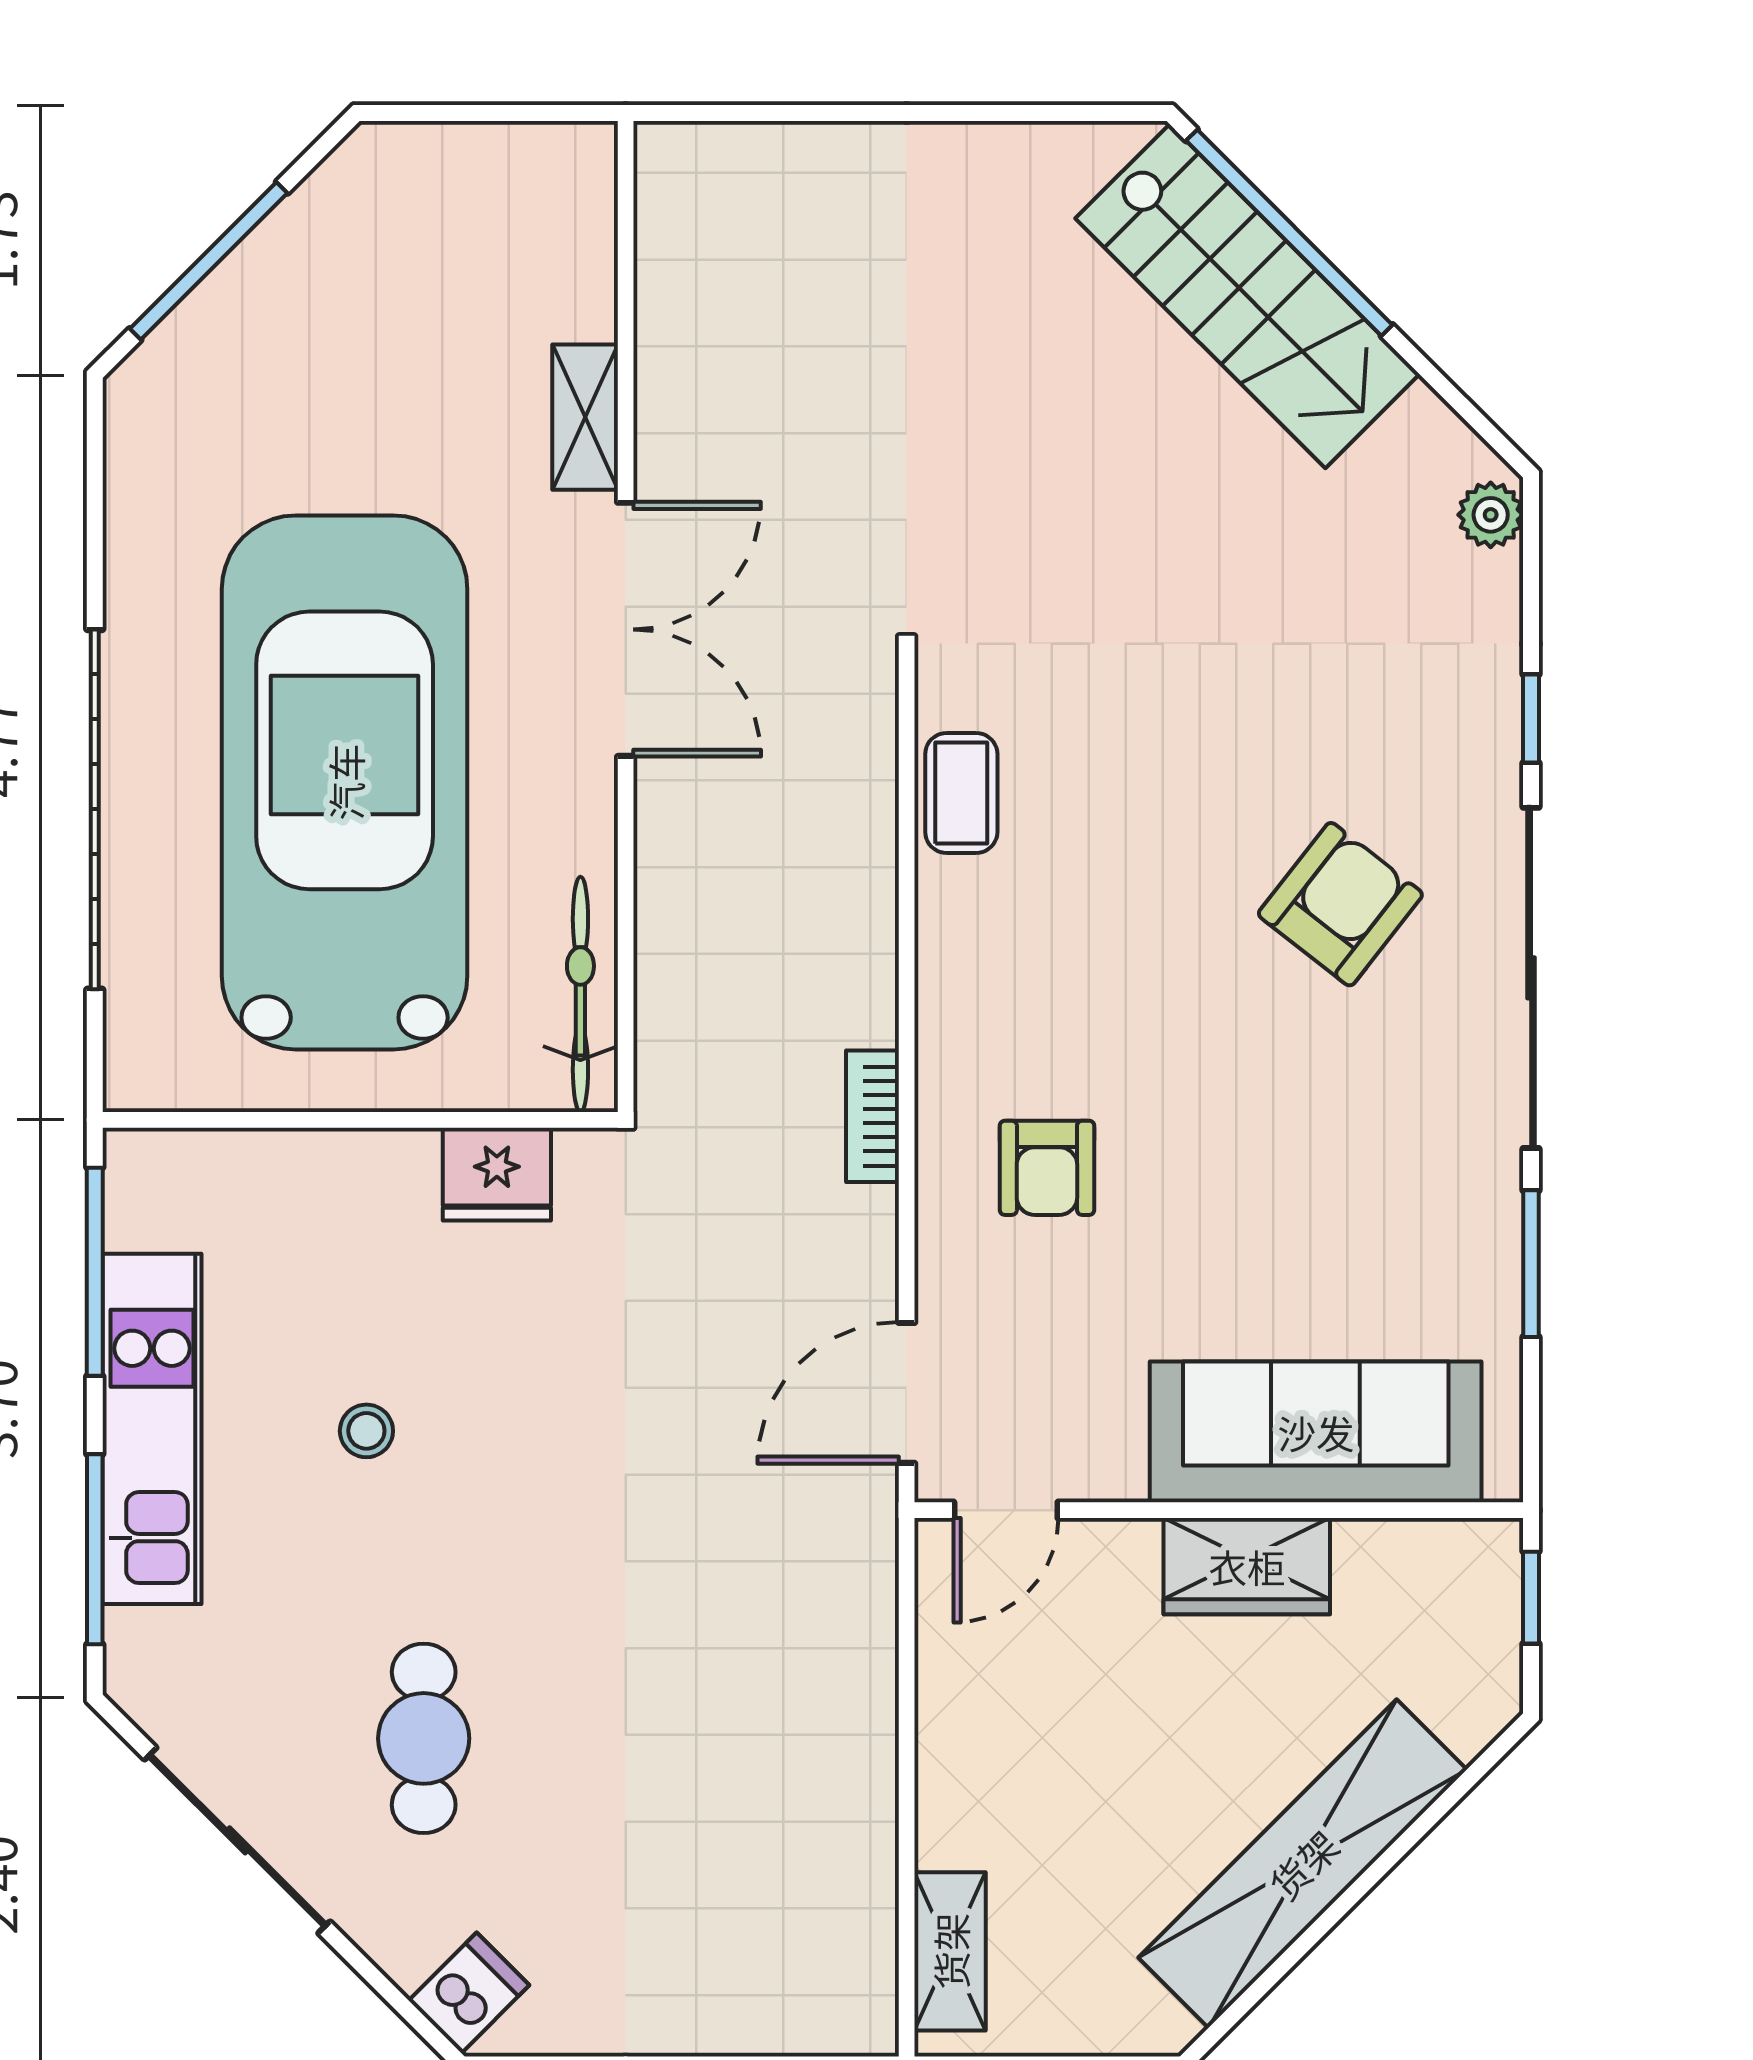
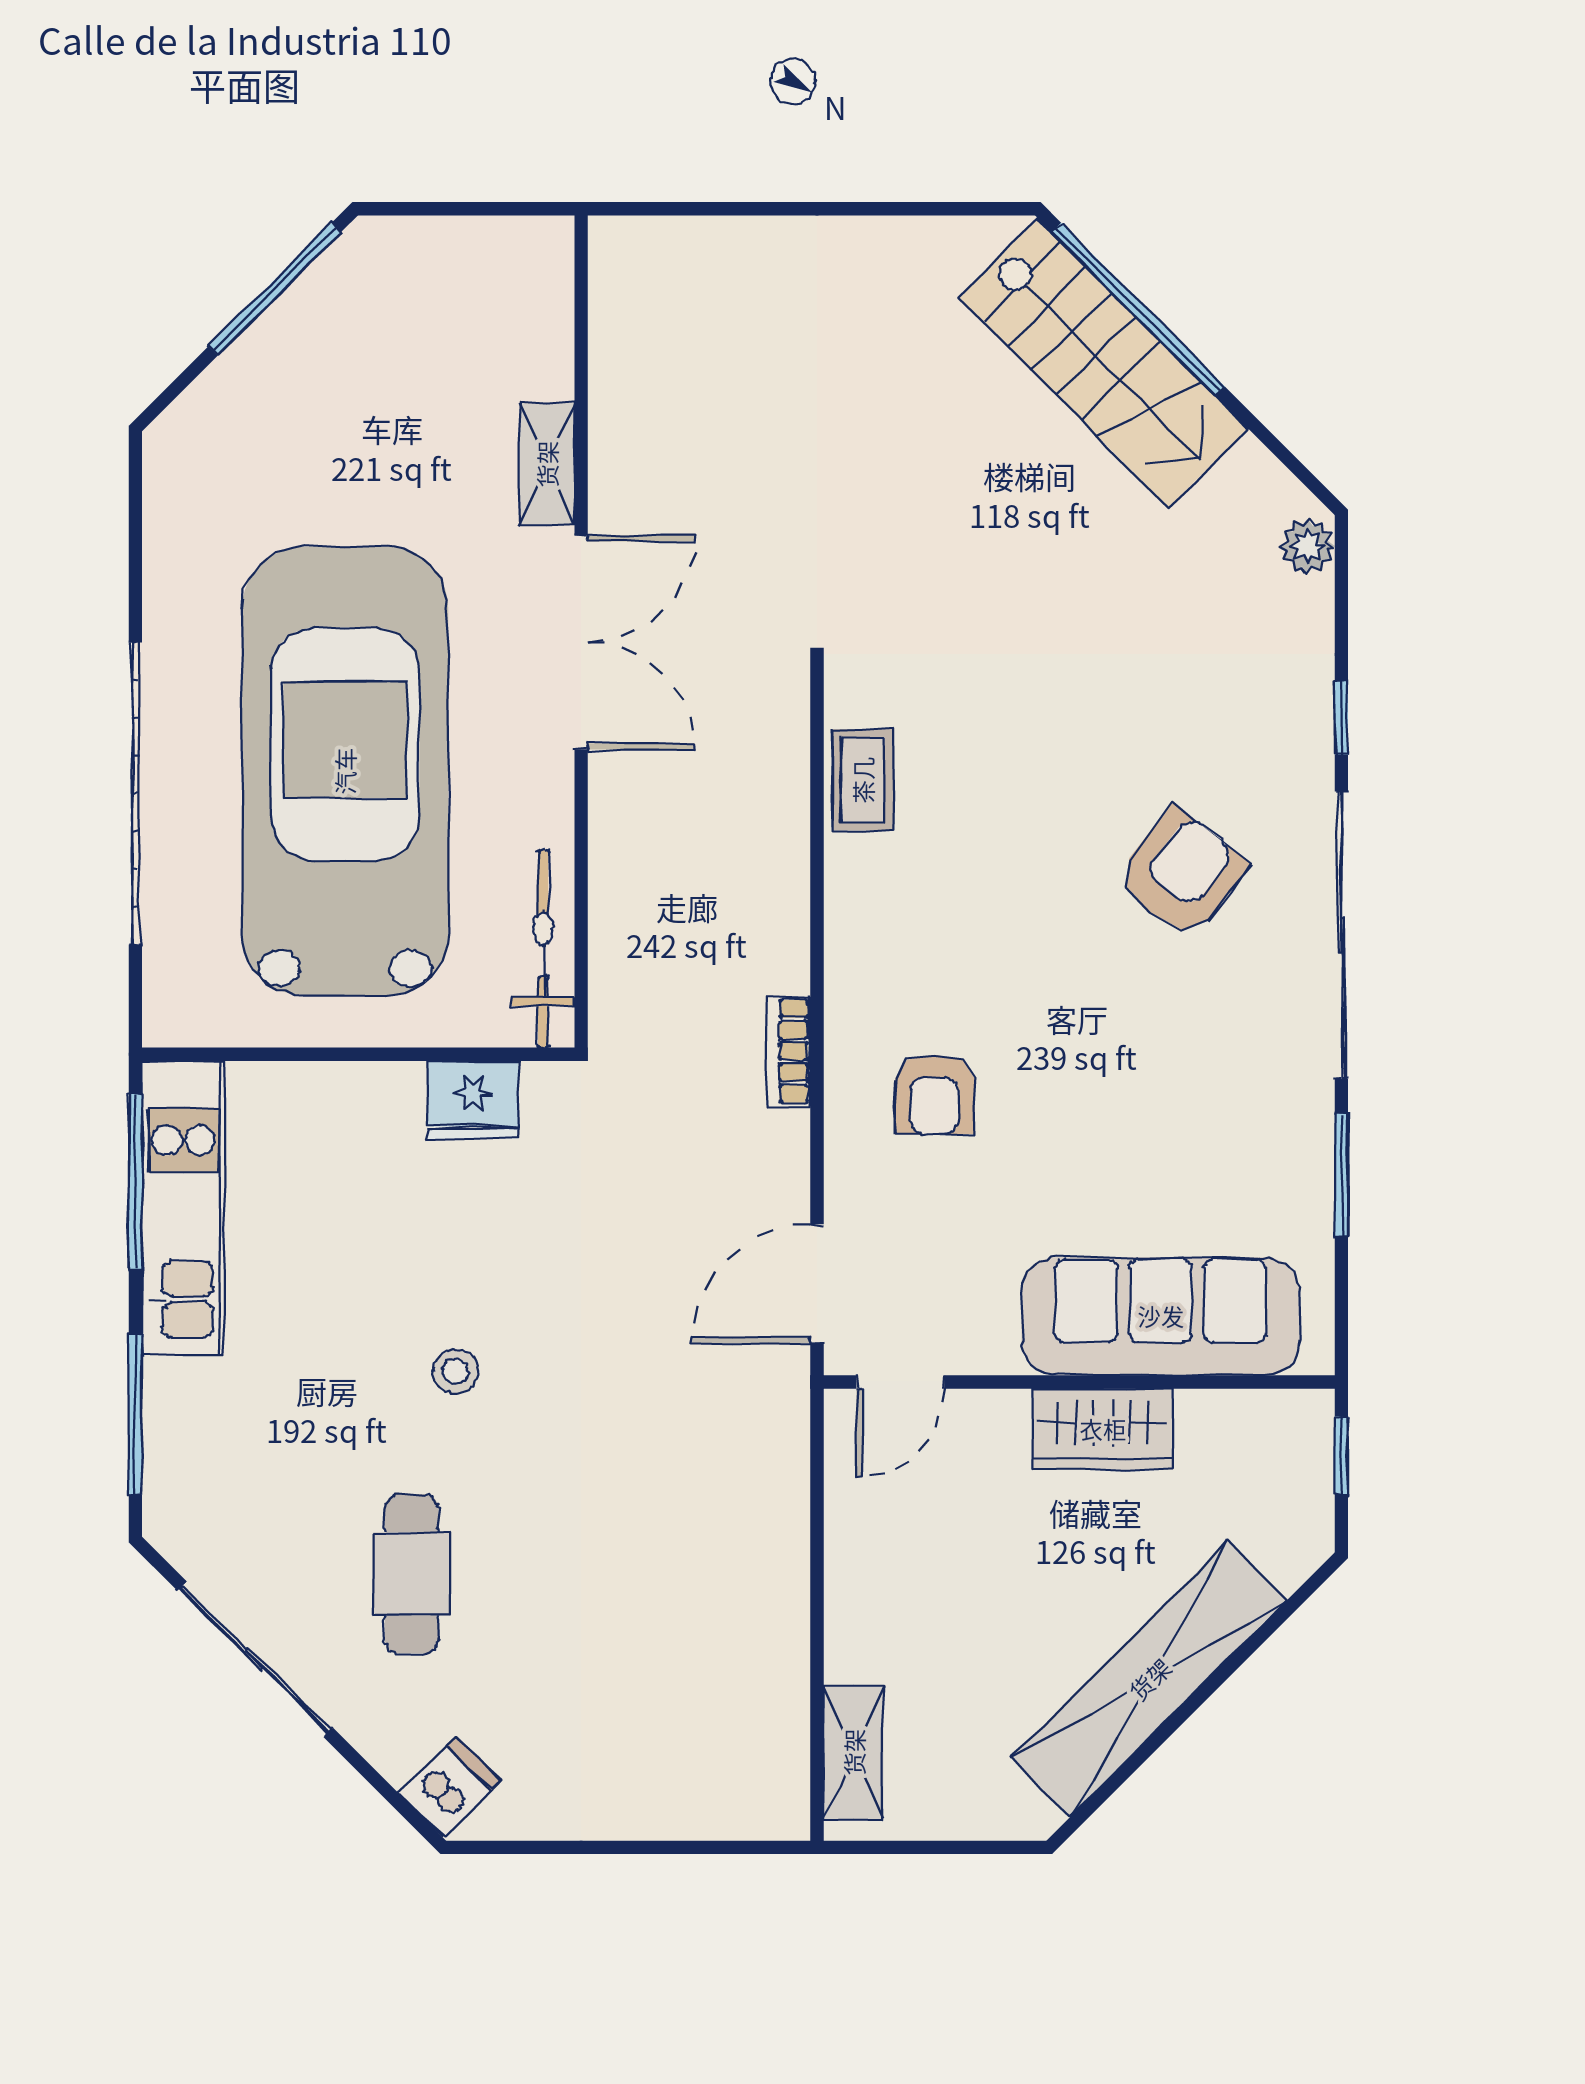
window: (209, 261) -> (275, 289), moved
kitchen unit: (152, 1429) -> (183, 1208), moved
stool: (366, 1431) -> (455, 1372), moved

